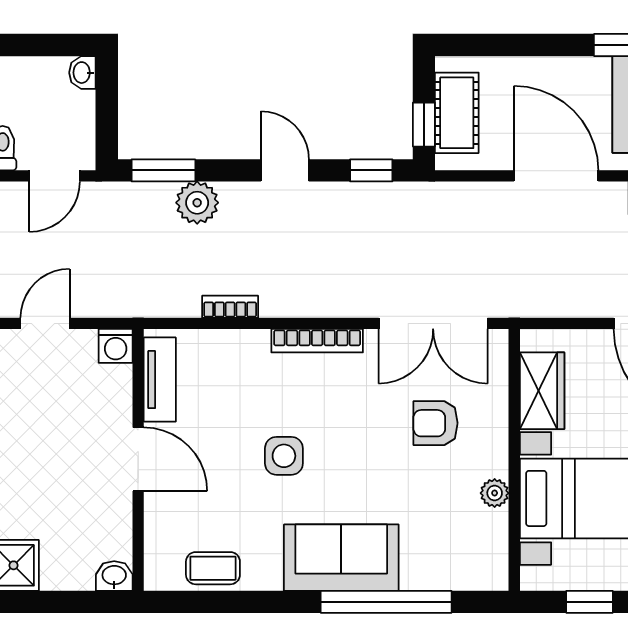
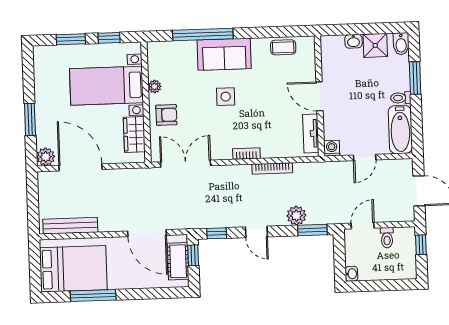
door: (556, 176) -> (147, 233), moved
bookcase: (230, 307) -> (272, 168), width x1.56
bookcase: (317, 341) -> (246, 154), width x0.64
armchair: (435, 423) -> (166, 115), moved
side table: (284, 456) -> (226, 97), moved
washbasin: (114, 576) -> (353, 41), moved

